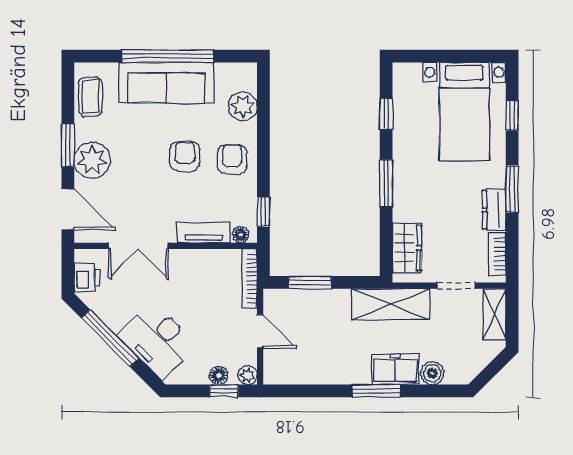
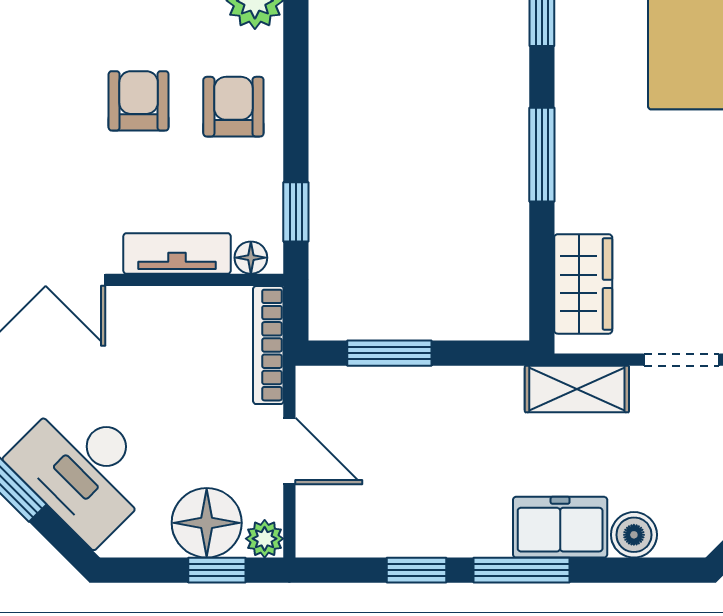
shelving: (391, 304) -> (577, 389), width x0.67, depth x0.75
floor lamp: (219, 375) -> (207, 523), width x1.89, depth x1.89
window: (324, 391) -> (416, 570), added

